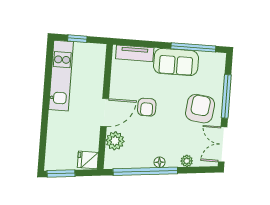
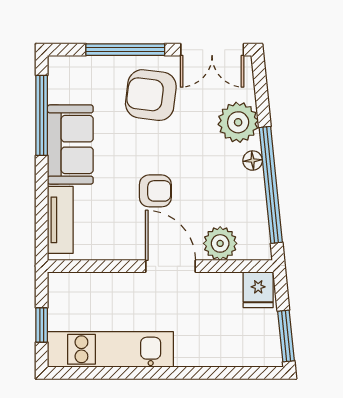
plant: (187, 161) -> (238, 122), width x1.87, depth x1.87

